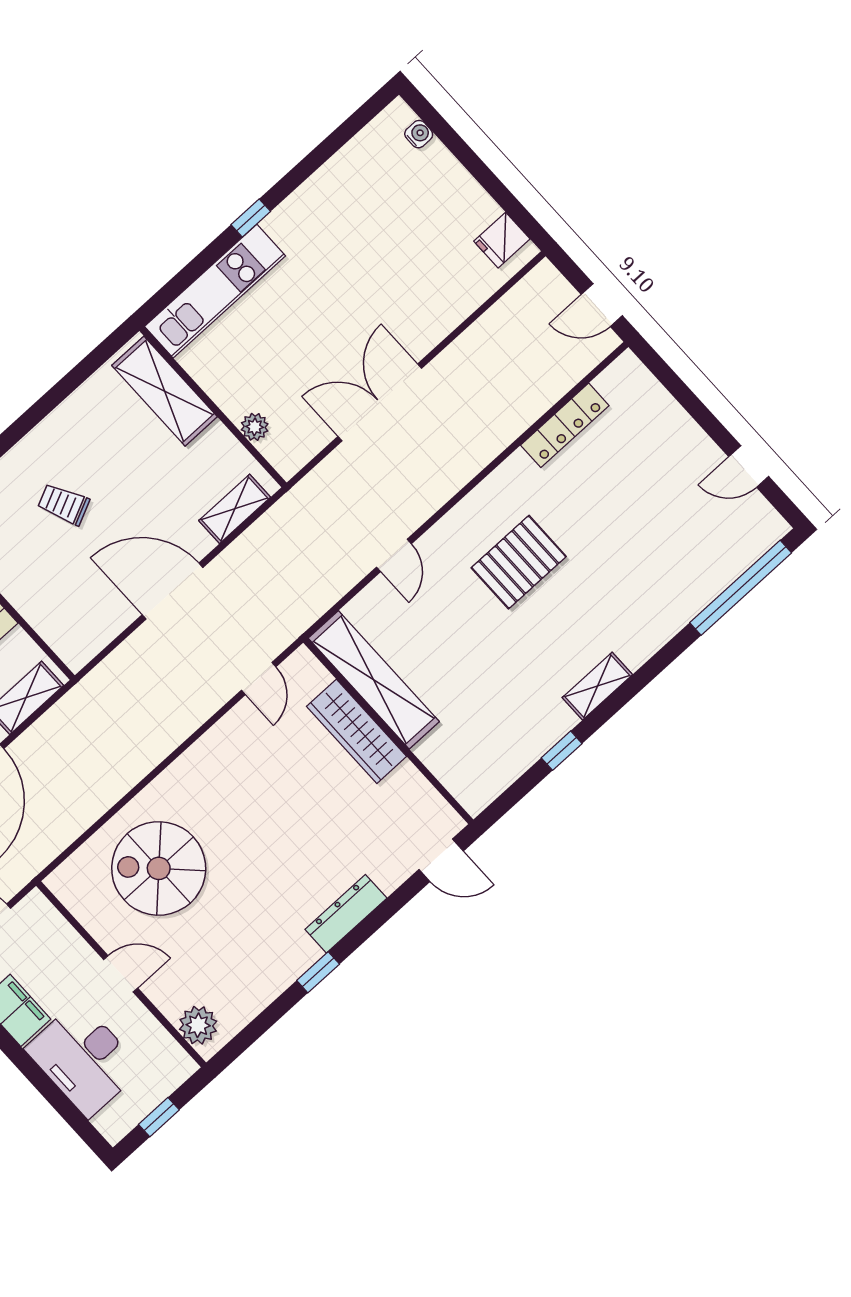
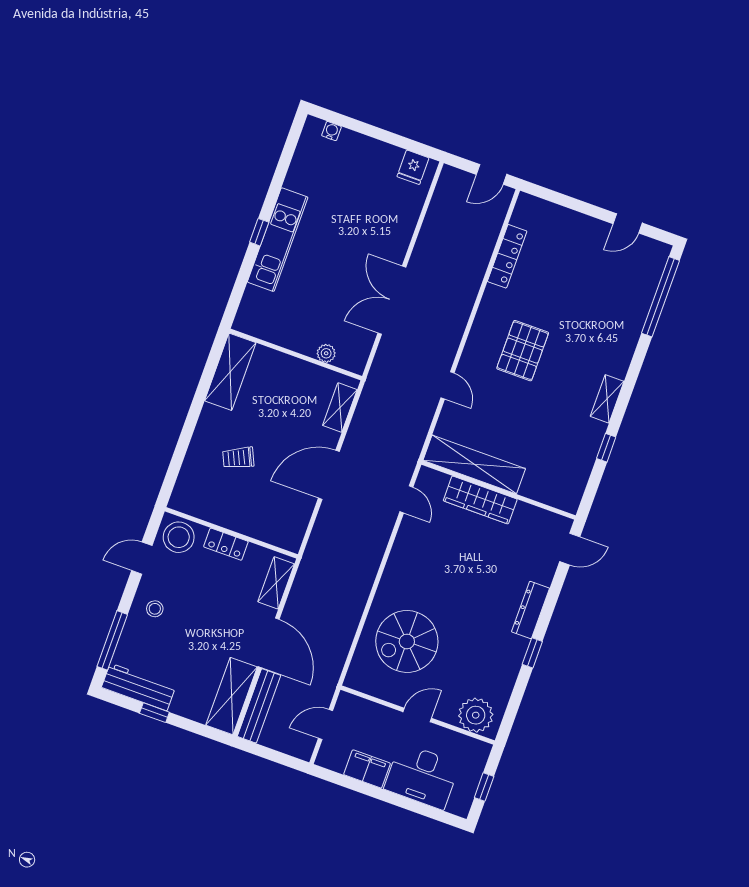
kitchen unit: (215, 291) -> (278, 240), moved
shelving: (164, 391) -> (230, 372), moved, turned 90
plant: (198, 1025) -> (476, 715), width x1.36, depth x1.36

